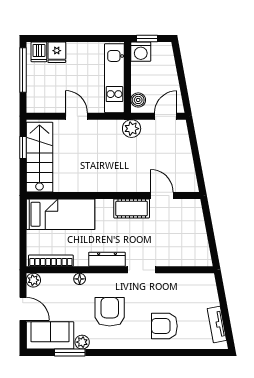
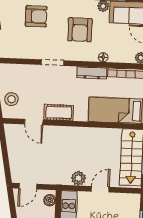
door: (76, 116) -> (100, 189), swing flipped
plant: (132, 129) -> (78, 178), moved
stool: (190, 223) -> (12, 99), added
dresser: (107, 259) -> (92, 73), moved

